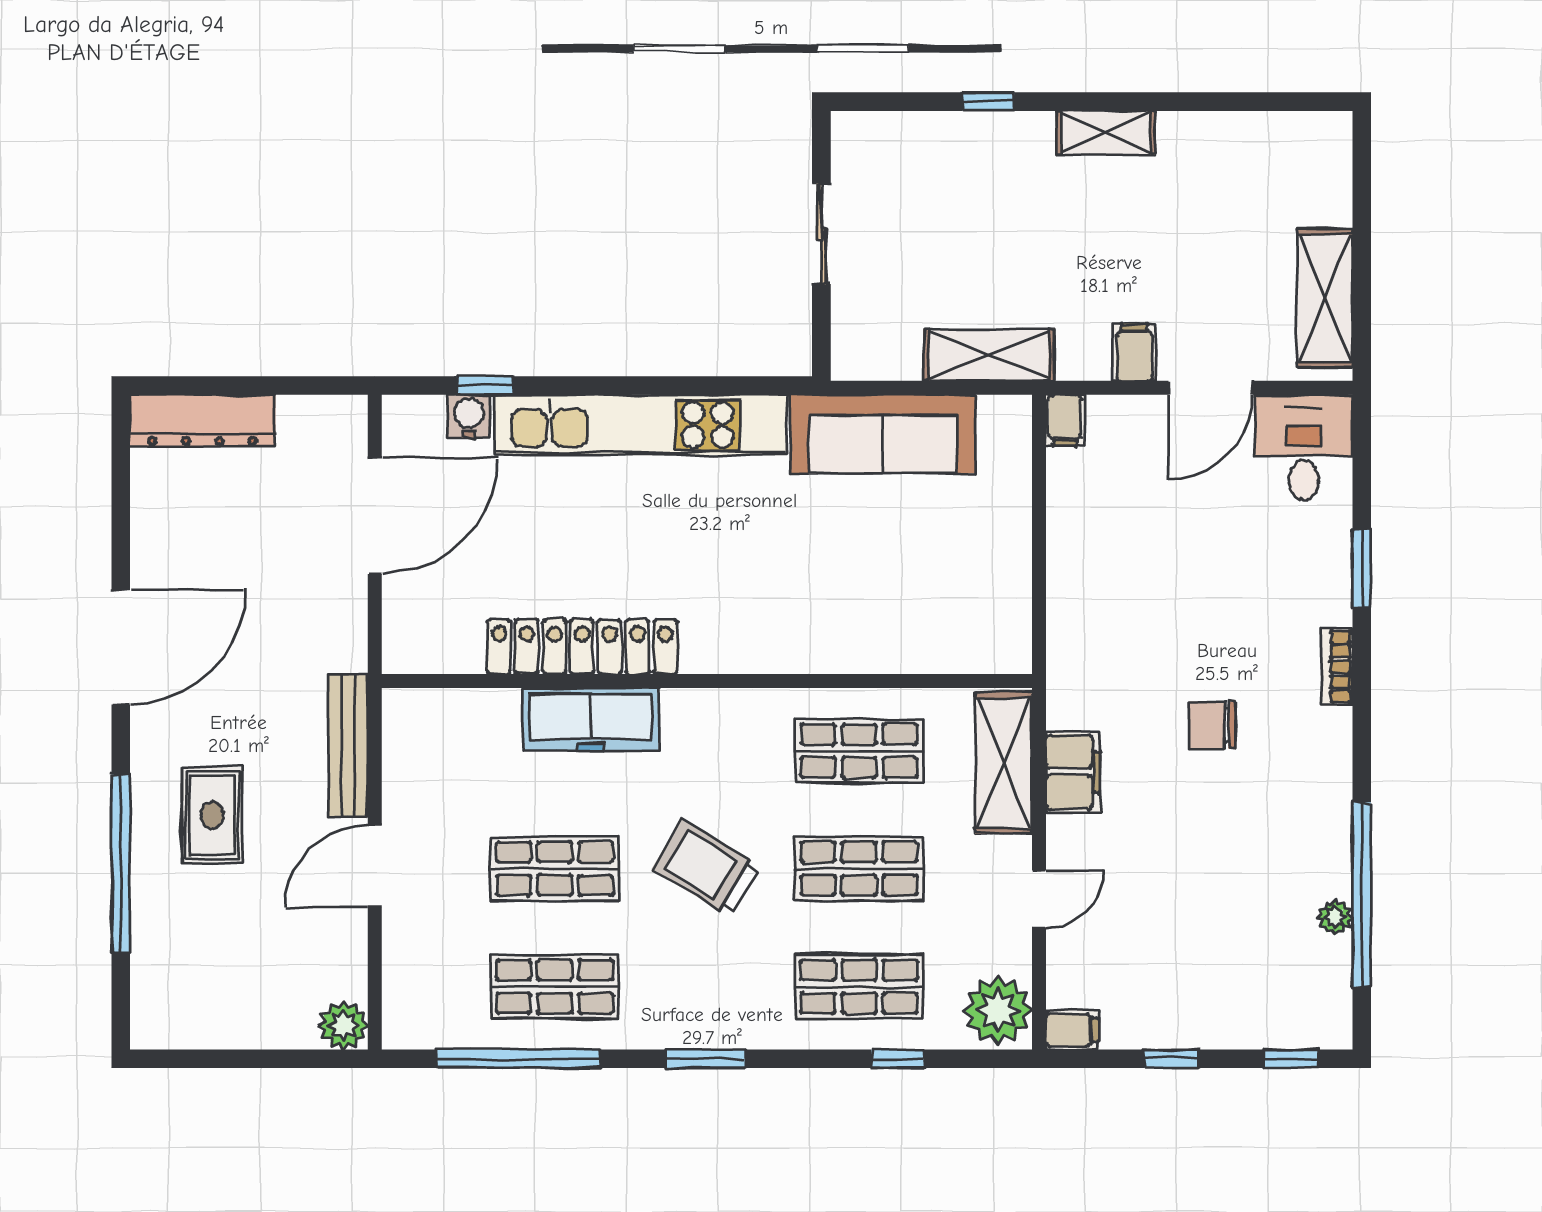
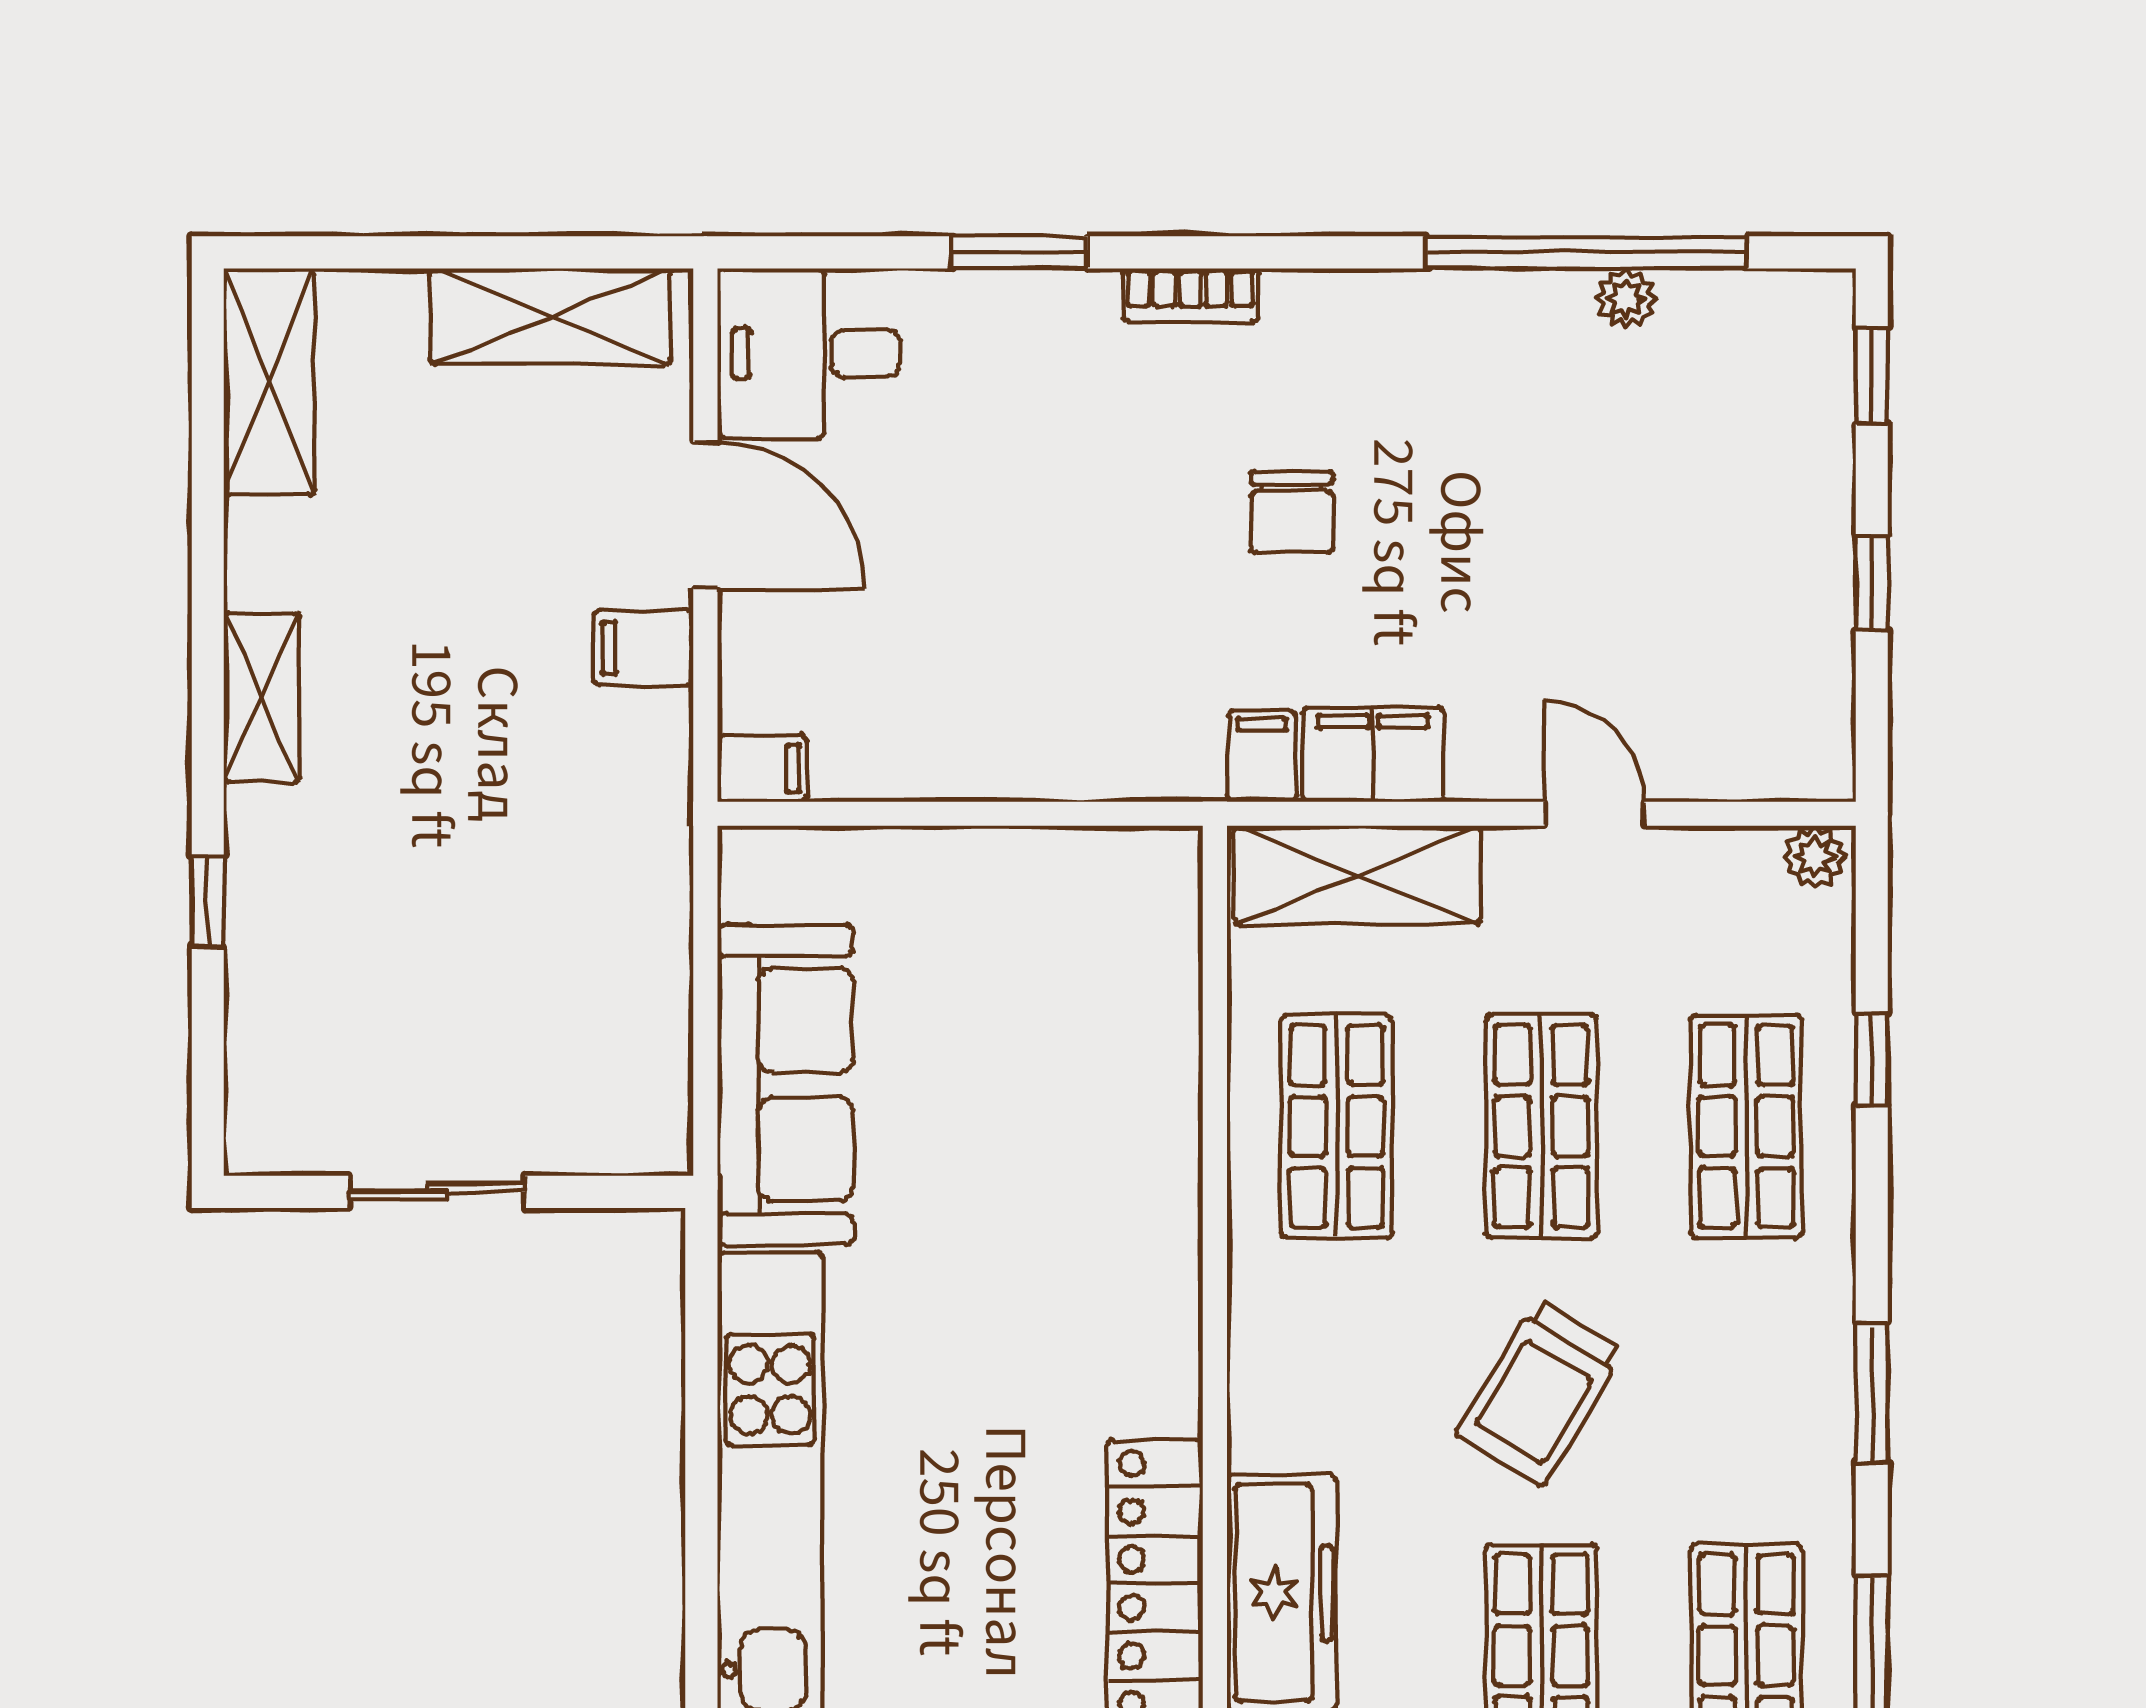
shelving: (989, 355) -> (269, 382), moved
plant: (998, 1010) -> (1815, 857), width x0.53, depth x0.53
filing cabinet: (1072, 1030) -> (1262, 756), moved

